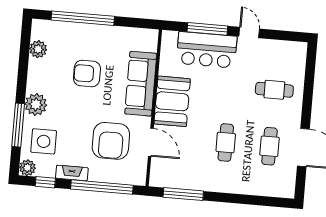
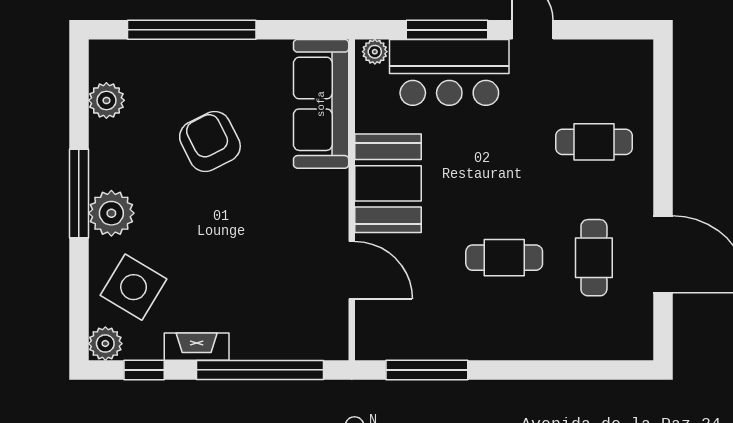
plant: (171, 37) -> (375, 52), added
armchair: (87, 74) -> (210, 141), turned 63
sofa: (141, 84) -> (321, 104), moved
window: (18, 125) -> (79, 193), moved
side table: (44, 141) -> (134, 287), turned 31
armchair: (111, 141) -> (270, 274), removed
cafe table: (226, 143) -> (504, 258), turned 90

